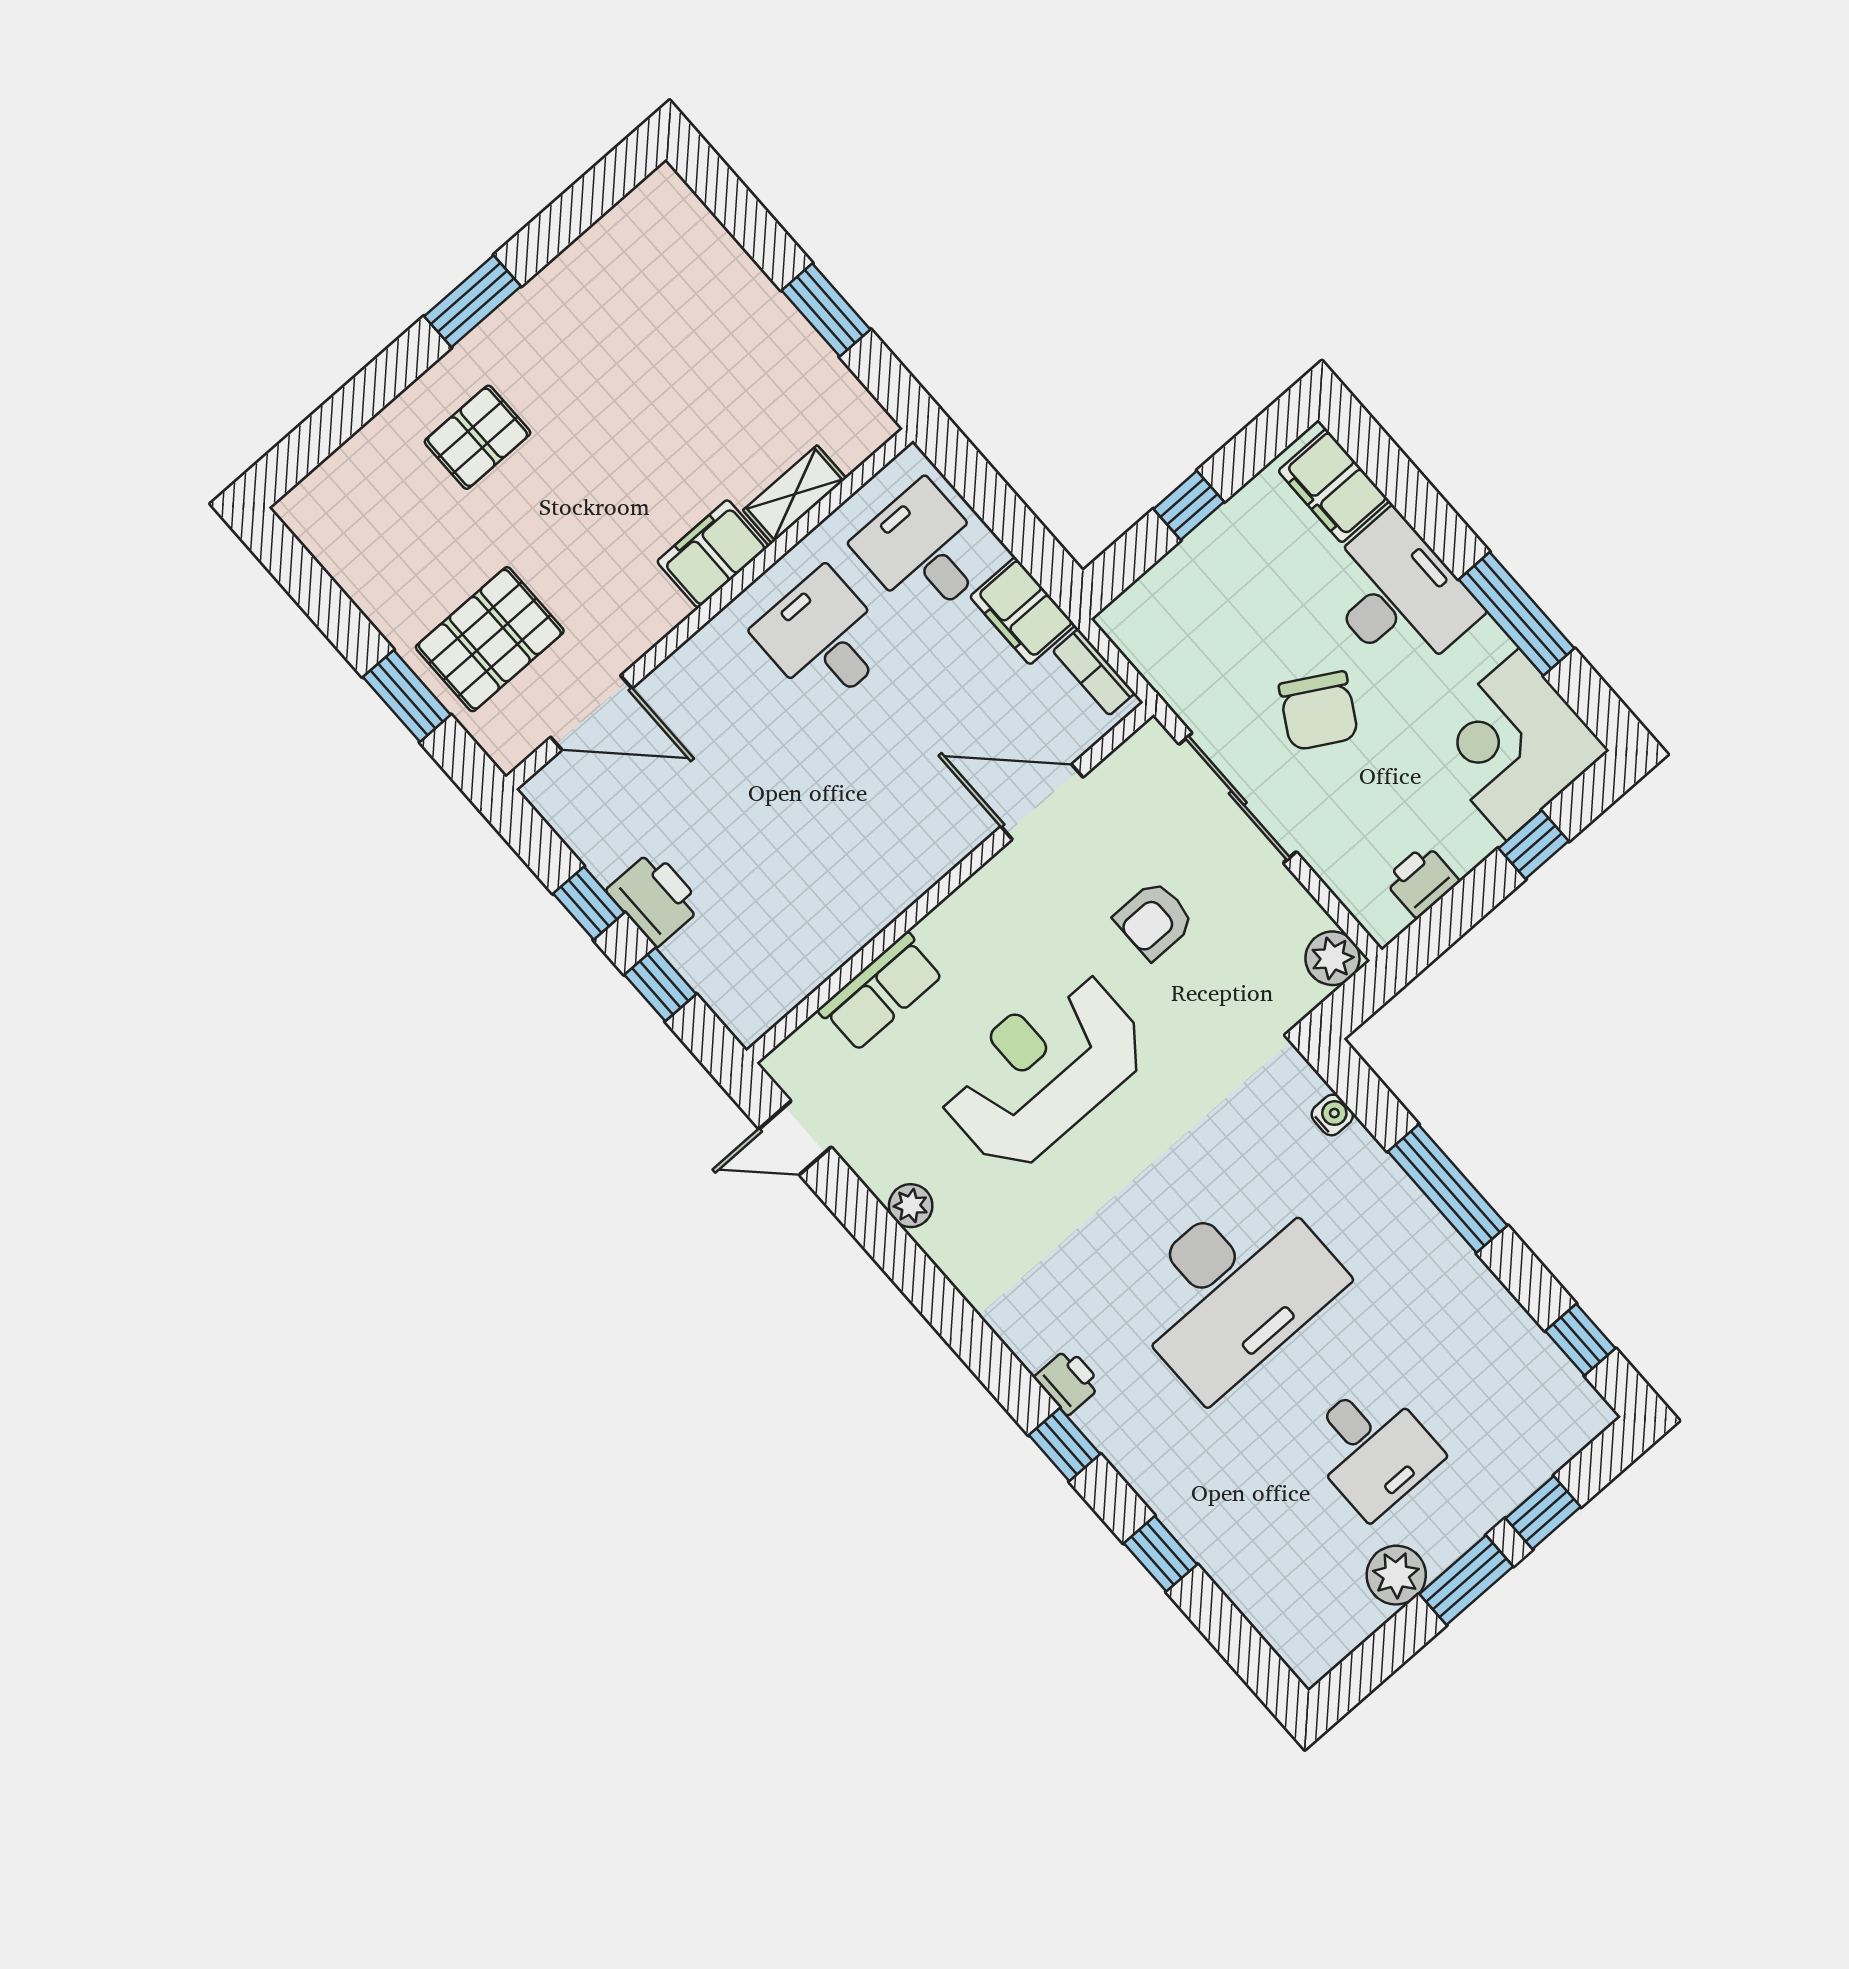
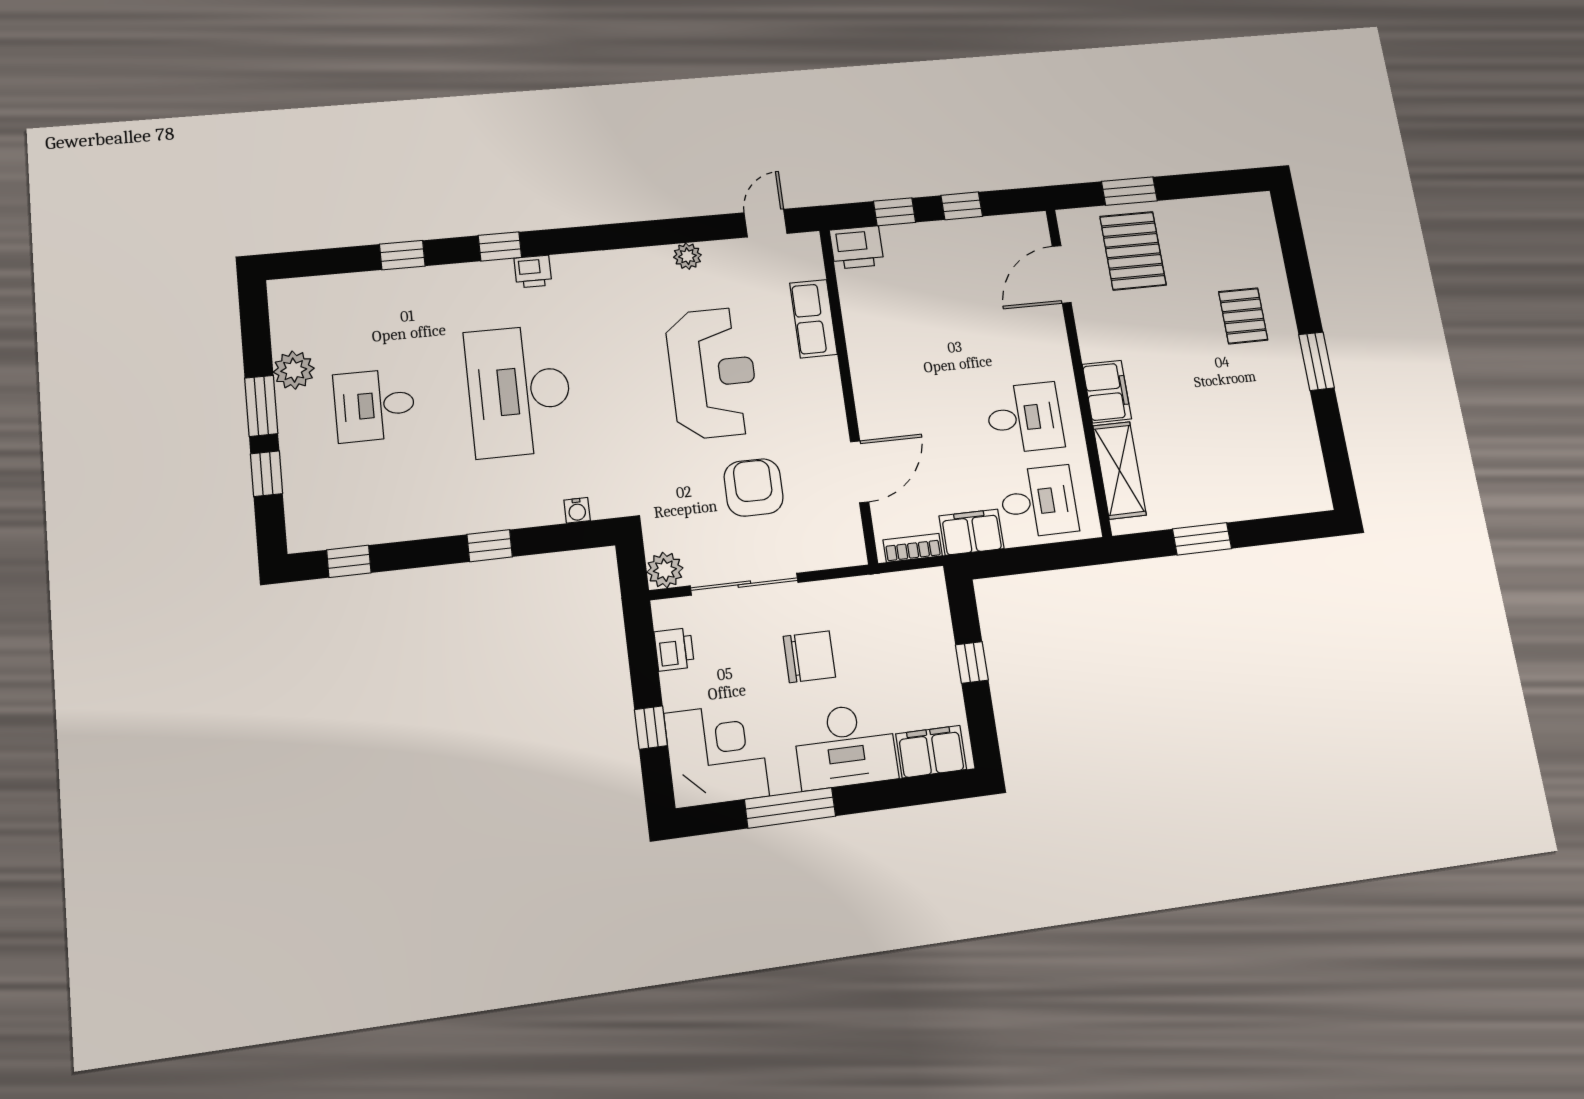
shelving: (795, 494) -> (1119, 470), width x1.50, depth x1.33
chair: (1319, 711) -> (809, 657), turned 150
sliding door: (1238, 798) -> (744, 584), moved
printer: (655, 898) -> (857, 247), moved
armchair: (1154, 920) -> (754, 487), width x1.38, depth x1.38
window: (1448, 1189) -> (490, 546), width x0.46

